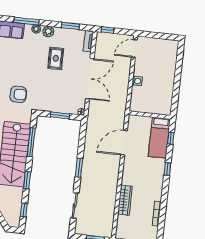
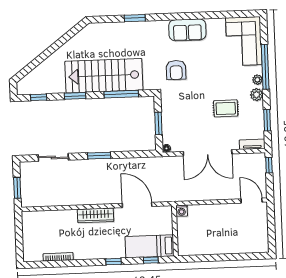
window: (26, 21) -> (265, 67), width x1.46
washing machine: (137, 81) -> (182, 211), moved
wardrobe: (125, 200) -> (96, 215), moved

